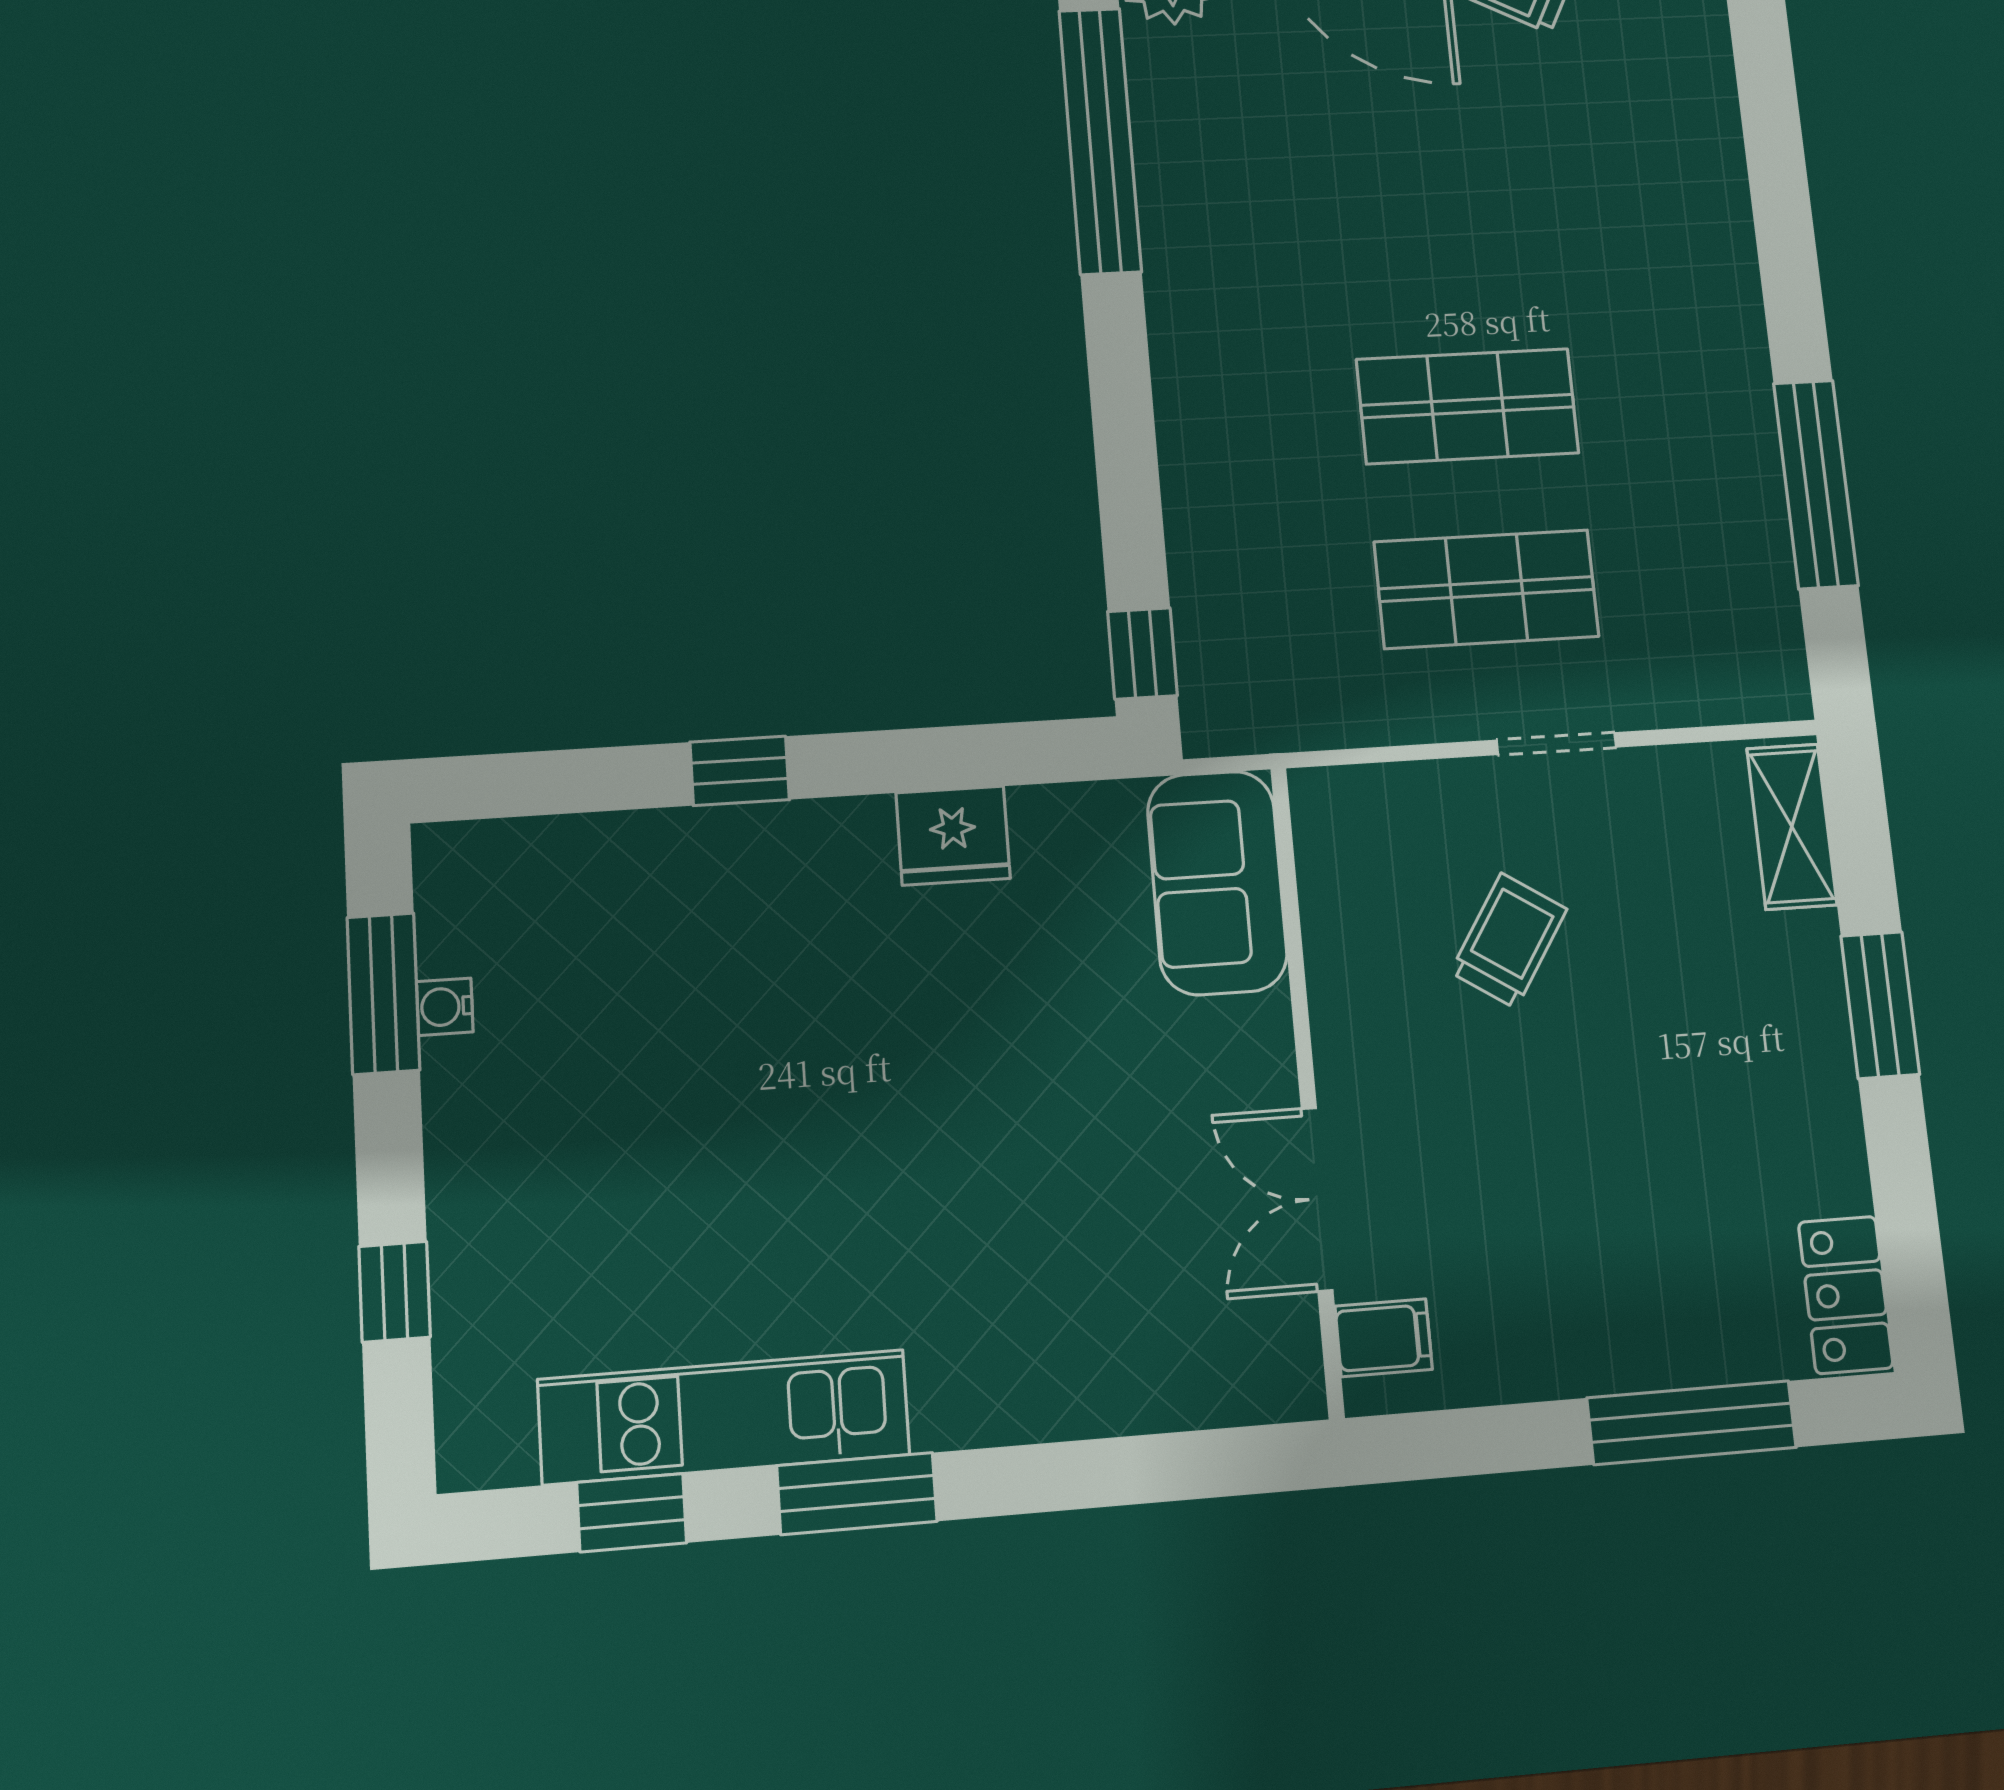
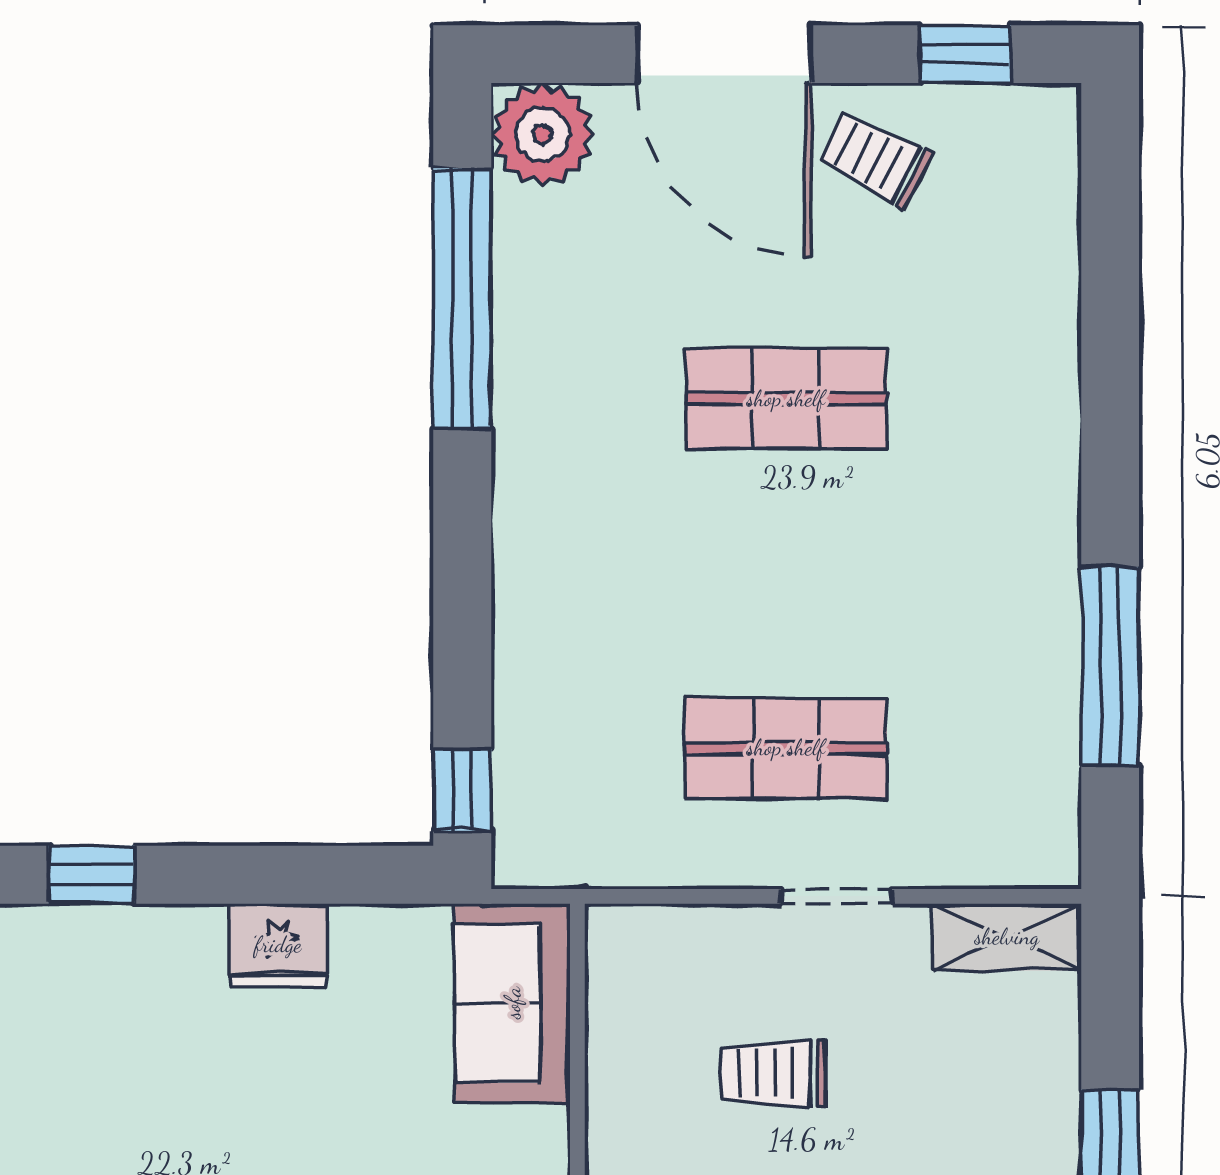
shop shelf: (1467, 406) -> (786, 399), moved
shelving: (1792, 827) -> (1007, 937), moved, turned 90
trolley: (1509, 941) -> (773, 1073), turned -123

